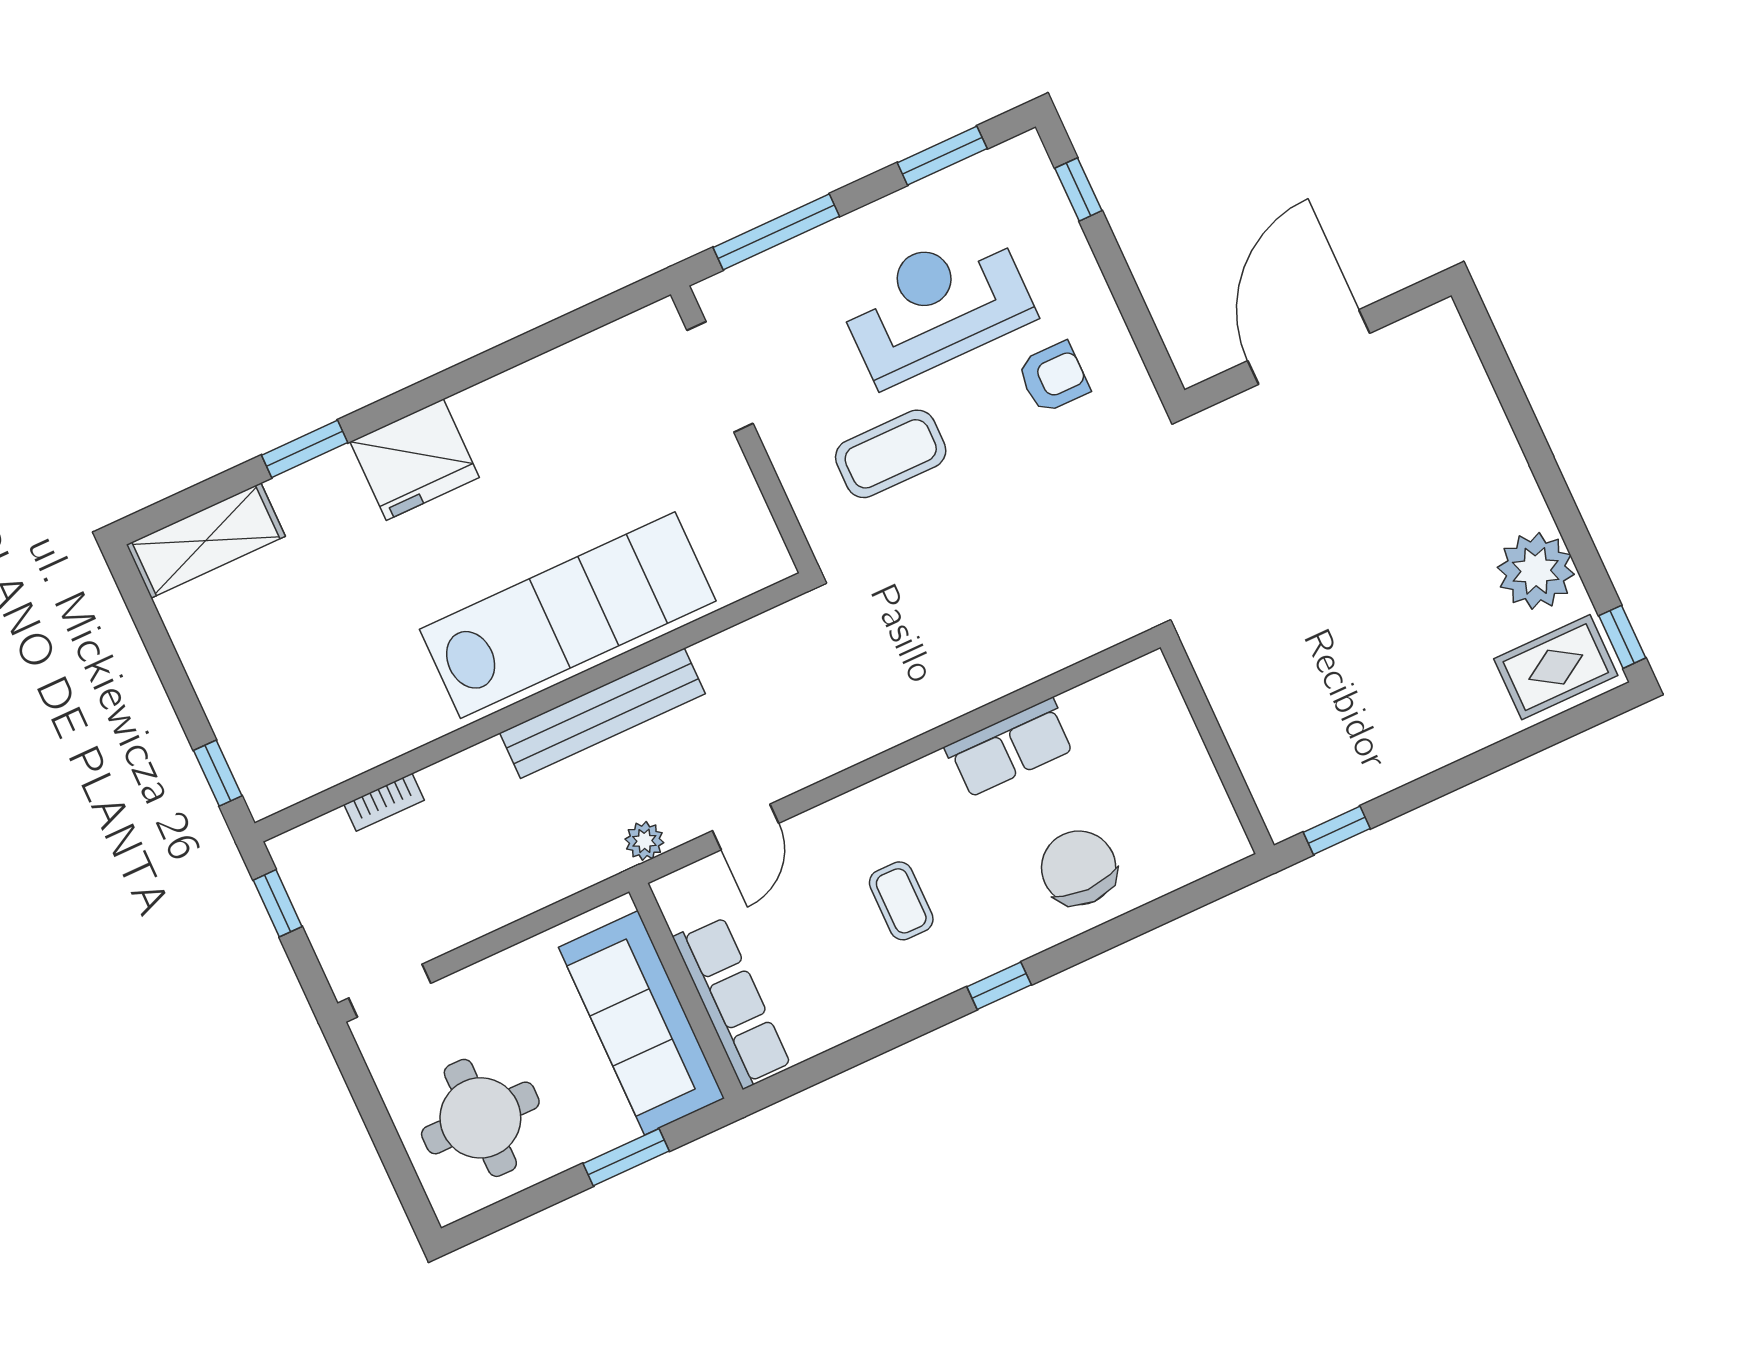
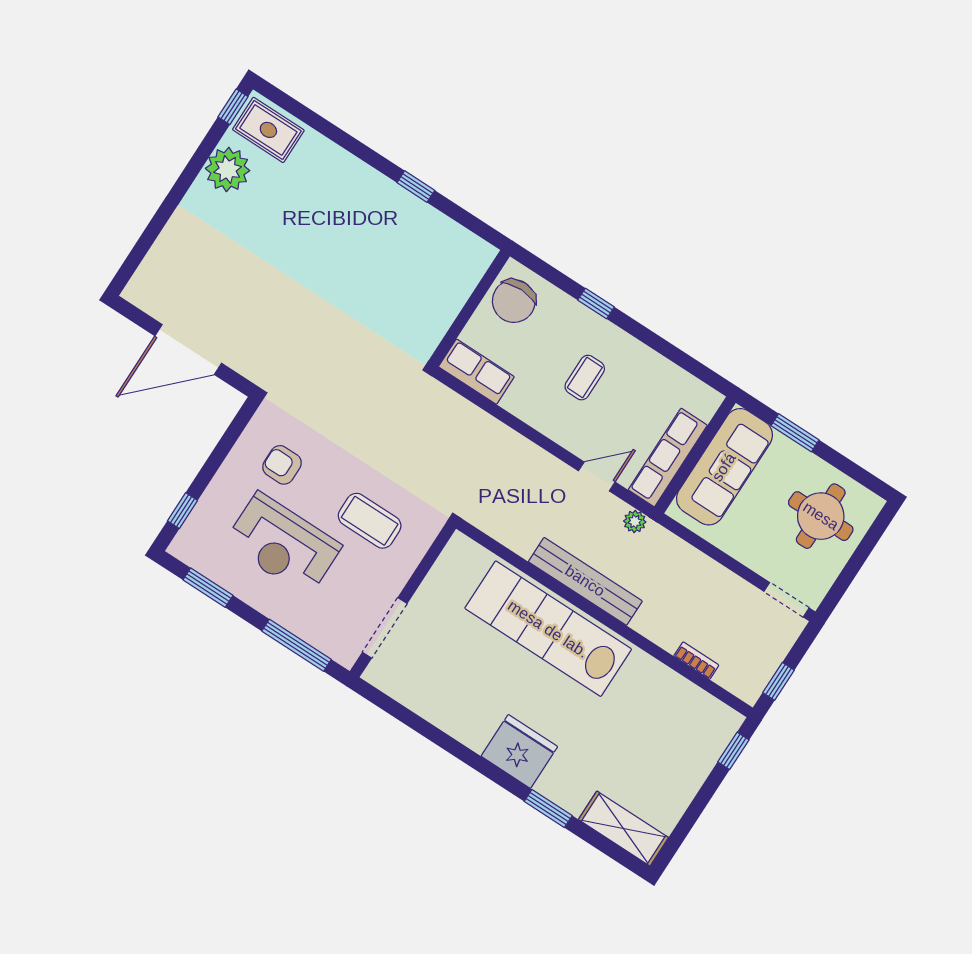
wall: (1217, 746) -> (469, 308), moved
row of seats: (732, 1002) -> (668, 458), moved

